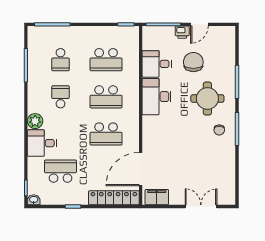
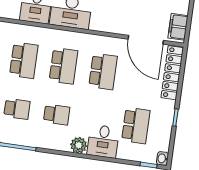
school desk: (61, 97) -> (57, 114), turned 180
school desk: (61, 171) -> (136, 126), turned 180

